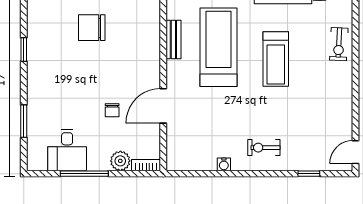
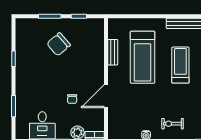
chair: (92, 28) -> (59, 44), turned -41
treadmill: (219, 47) -> (143, 57), turned 180
treadmill: (276, 59) -> (180, 65), turned 180

